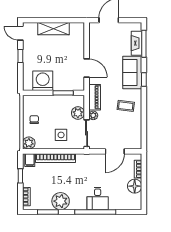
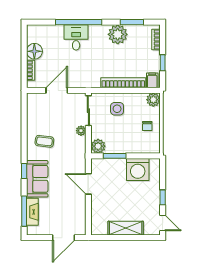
piano: (95, 97) -> (79, 151), removed
plant: (78, 113) -> (98, 146), moved

